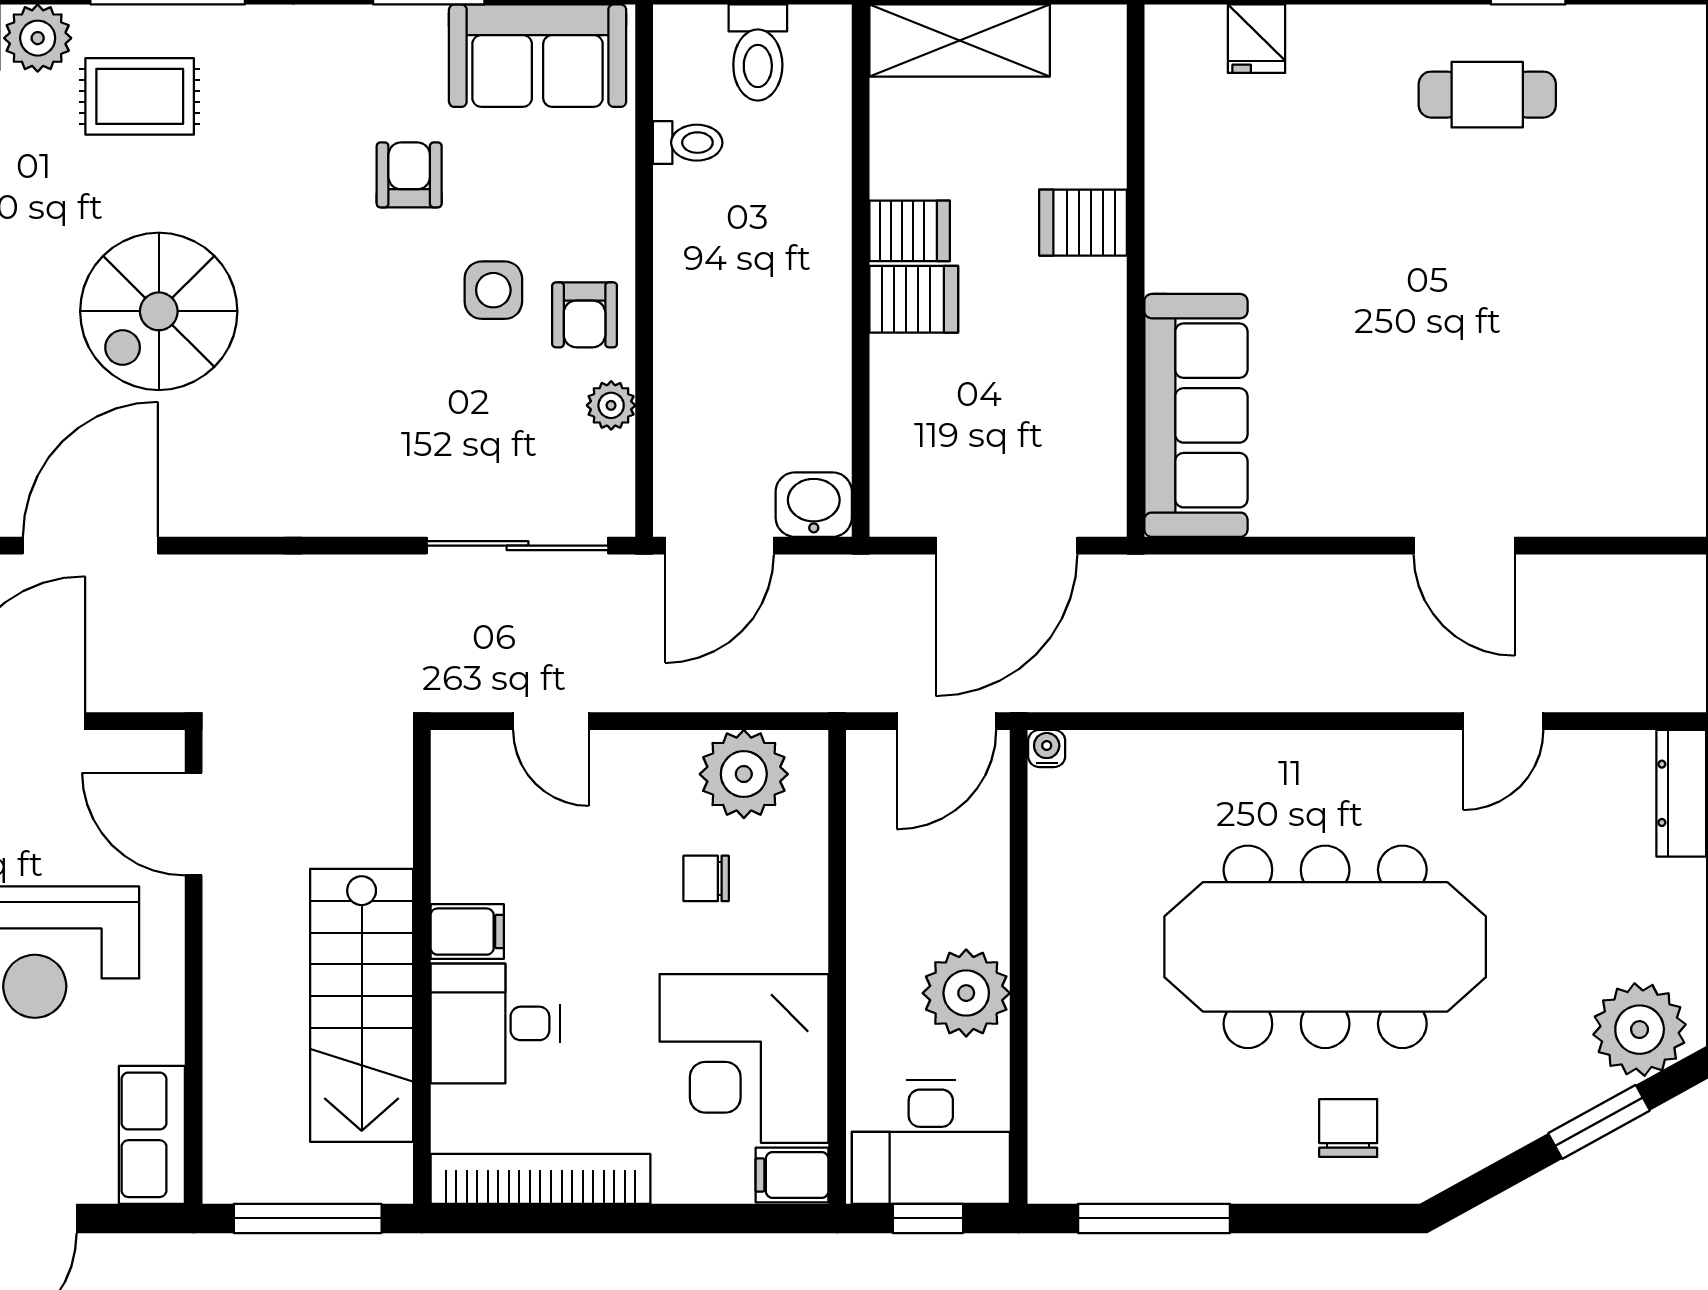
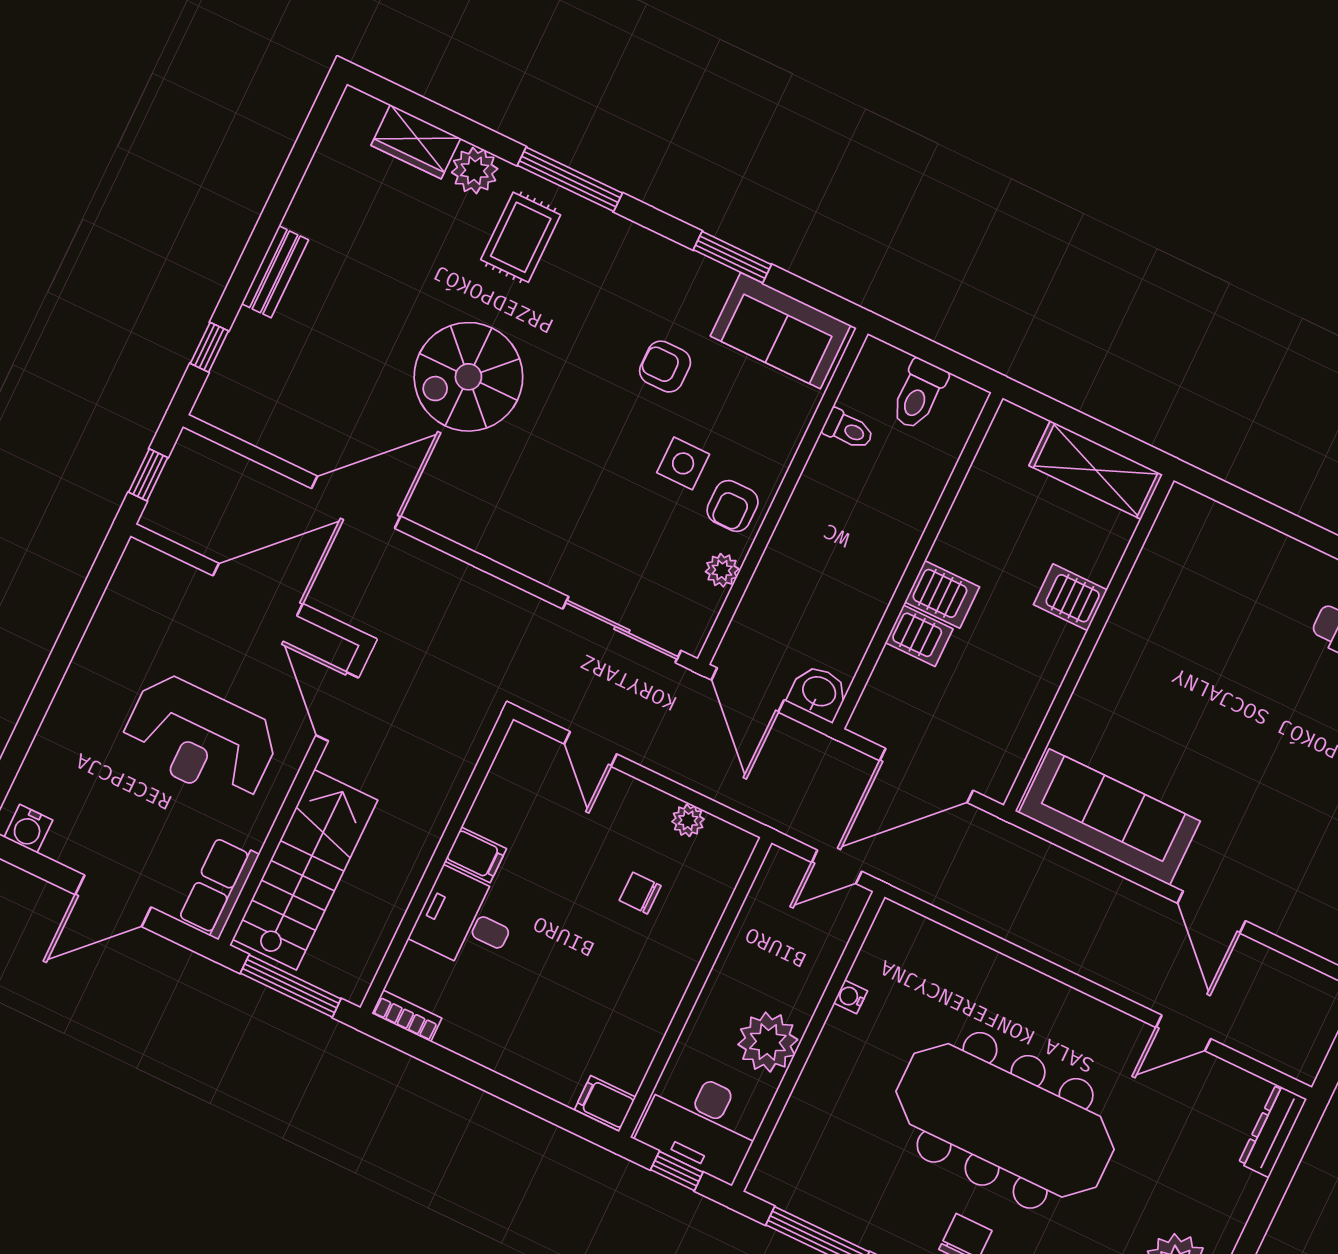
fridge: (1257, 39) -> (1233, 535), removed
shelving: (960, 41) -> (1096, 470), moved
rug: (140, 96) -> (521, 237), turned 90
armchair: (409, 175) -> (665, 367), turned -90
server rack: (910, 231) -> (919, 636), moved
sofa: (1196, 415) -> (1109, 817), moved, turned -90
door: (719, 546) -> (748, 690), hinge flipped
door: (946, 721) -> (837, 867), width x0.73
water cooler: (1047, 748) -> (851, 997), moved, turned -90
plant: (744, 774) -> (688, 820), width x0.53, depth x0.53
stairs: (362, 1005) -> (305, 870), moved, turned 180
corner desk: (744, 1059) -> (610, 1017), removed
bookcase: (540, 1179) -> (407, 1016), width x0.43, depth x0.76

